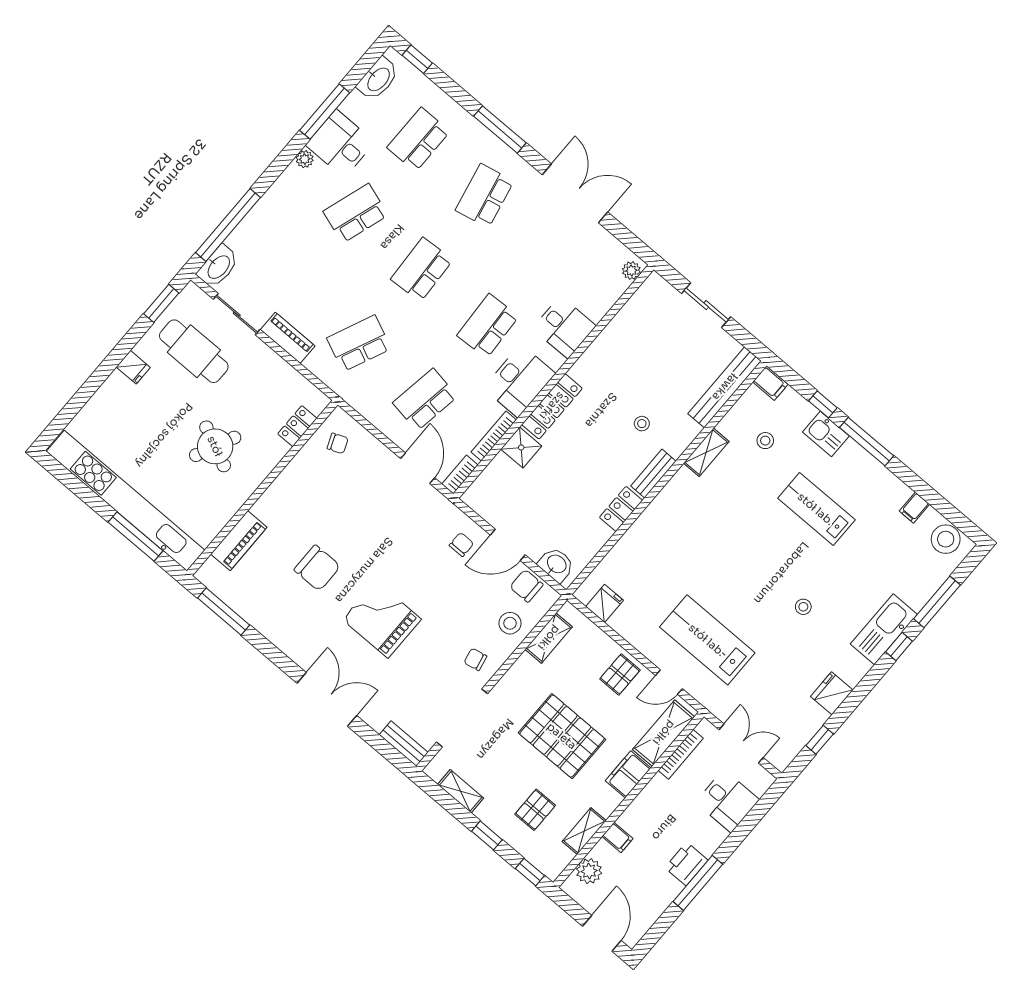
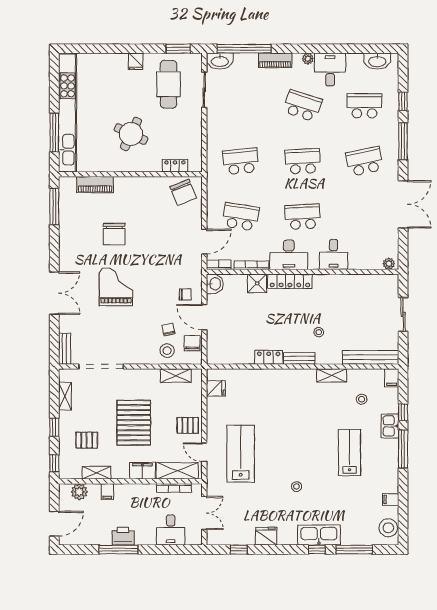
window: (417, 59) -> (403, 101), moved
window: (325, 111) -> (339, 49), removed
piano: (288, 338) -> (275, 60), moved, turned 90
school desk: (359, 343) -> (241, 161), turned -30
chair: (338, 443) -> (183, 192), width x1.87, depth x1.87
washbasin: (556, 564) -> (215, 284), moved
chair: (475, 659) -> (168, 330), moved

